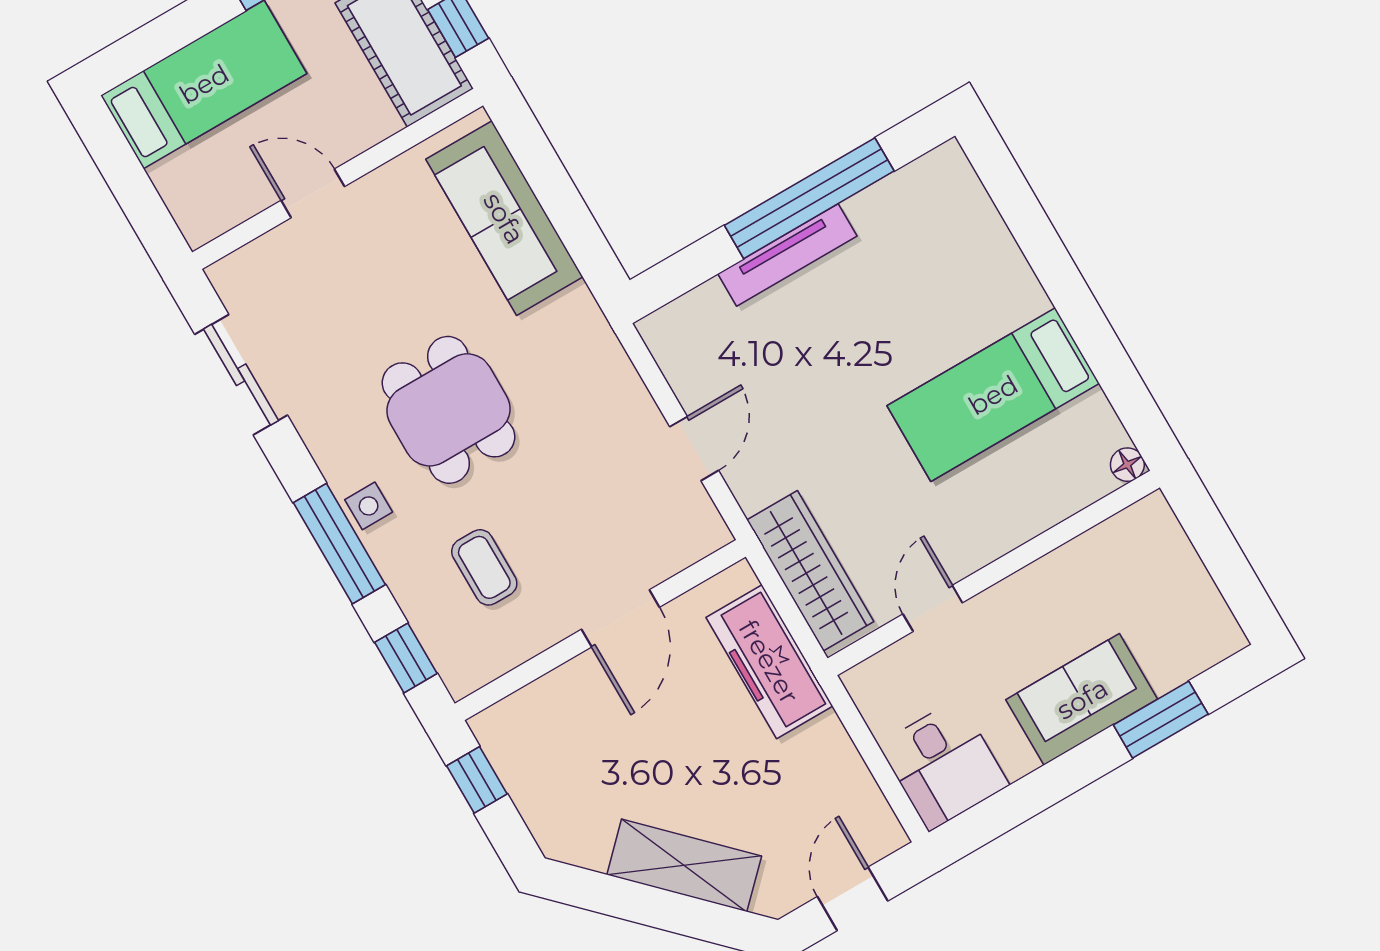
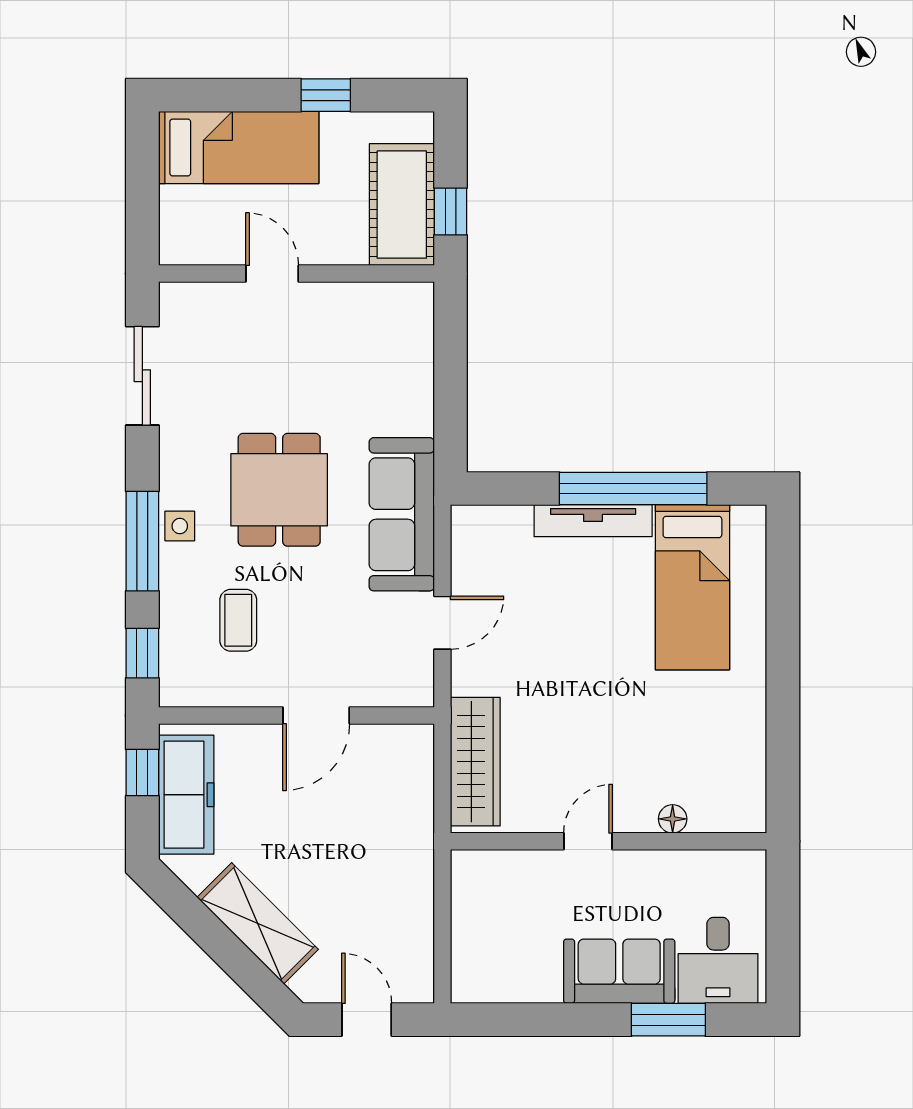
sofa: (504, 218) -> (402, 514), moved
bed: (993, 395) -> (692, 587), moved, turned -90
floor lamp: (1127, 465) -> (673, 819), moved
door: (933, 608) -> (588, 841), moved
freezer: (769, 662) -> (186, 795), moved, turned 180
desk: (944, 765) -> (718, 960), moved
door: (853, 899) -> (367, 1020), hinge flipped

